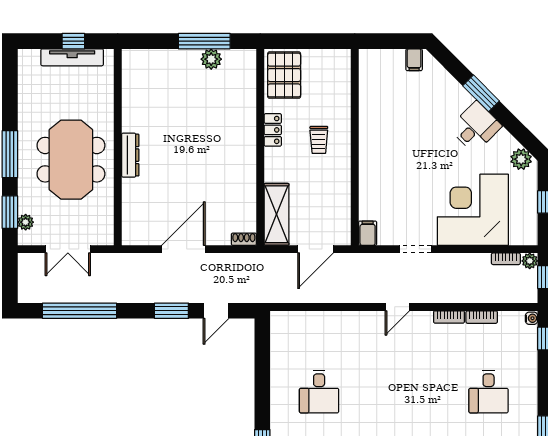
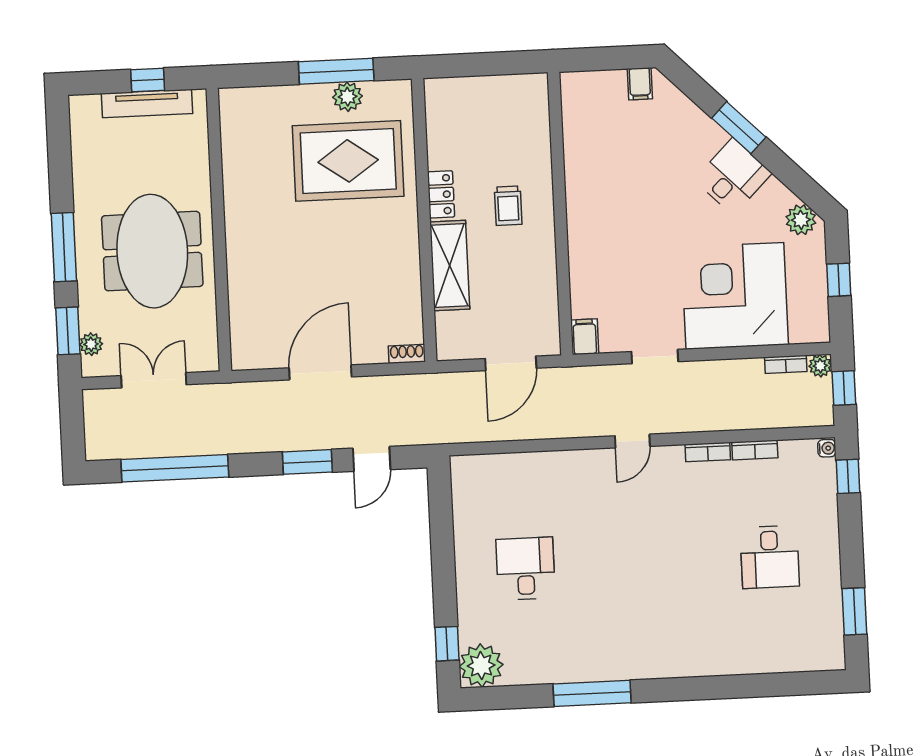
pallet: (284, 75) -> (454, 115), removed
rug: (210, 104) -> (348, 161), added
dresser: (130, 155) -> (237, 240), removed
shelving: (276, 214) -> (450, 266), moved
double door: (68, 249) -> (154, 380), swing flipped
desk: (319, 392) -> (526, 569), turned 180

